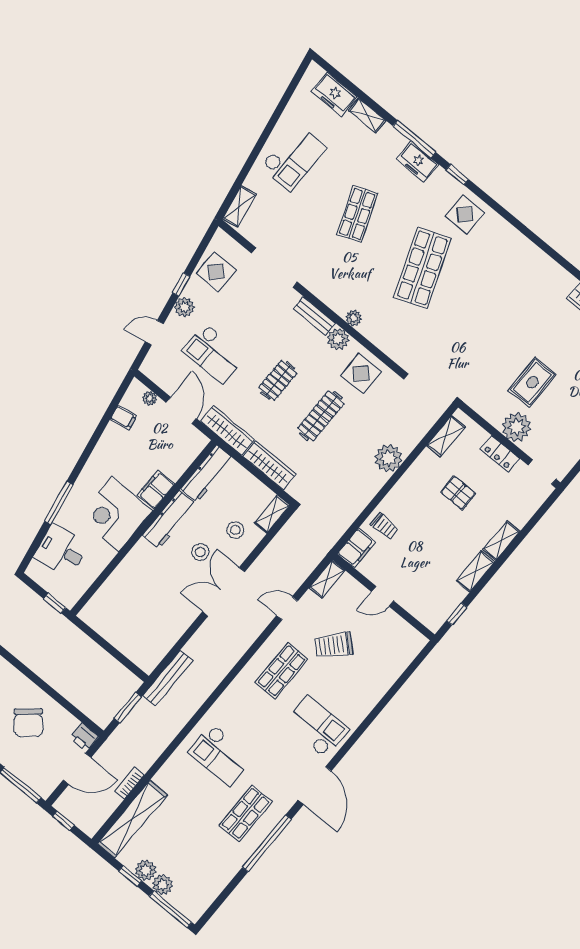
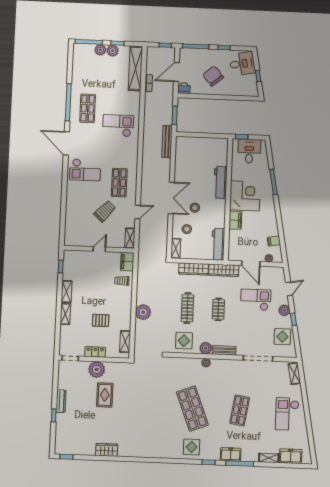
shop shelf: (357, 214) -> (240, 410), turned 30
workbench: (169, 520) -> (220, 182), moved
desk: (61, 551) -> (249, 151), moved, turned -80

